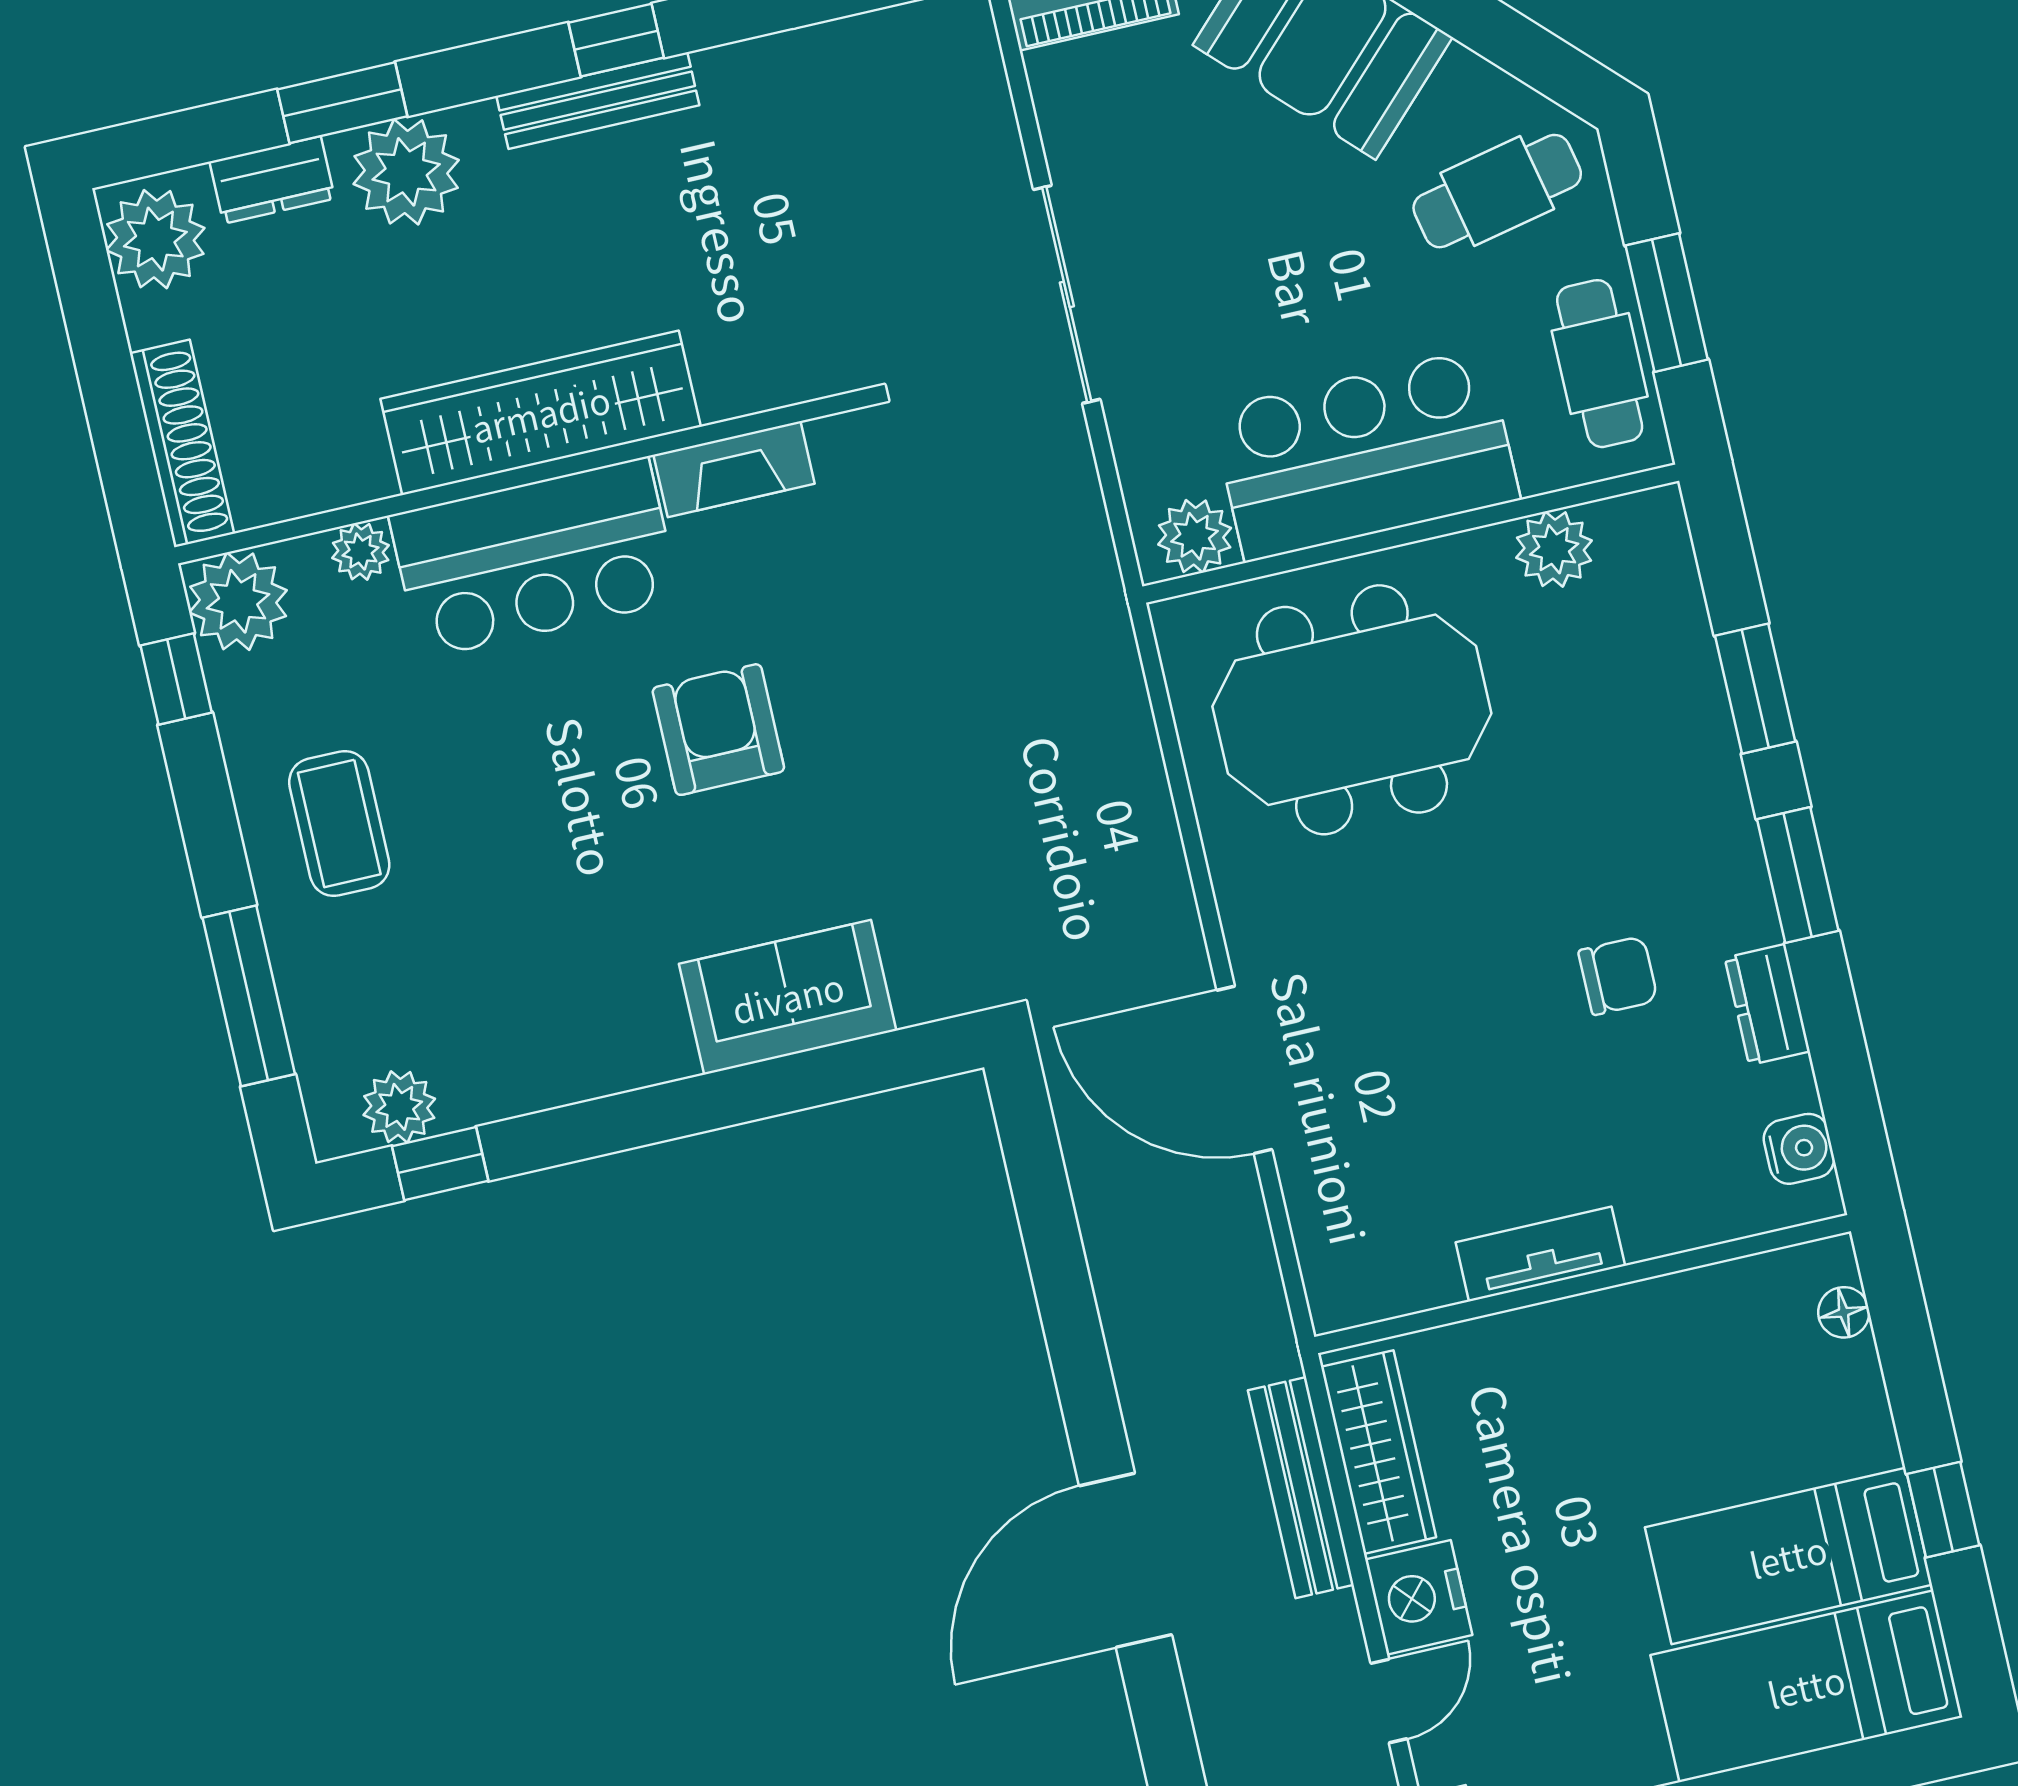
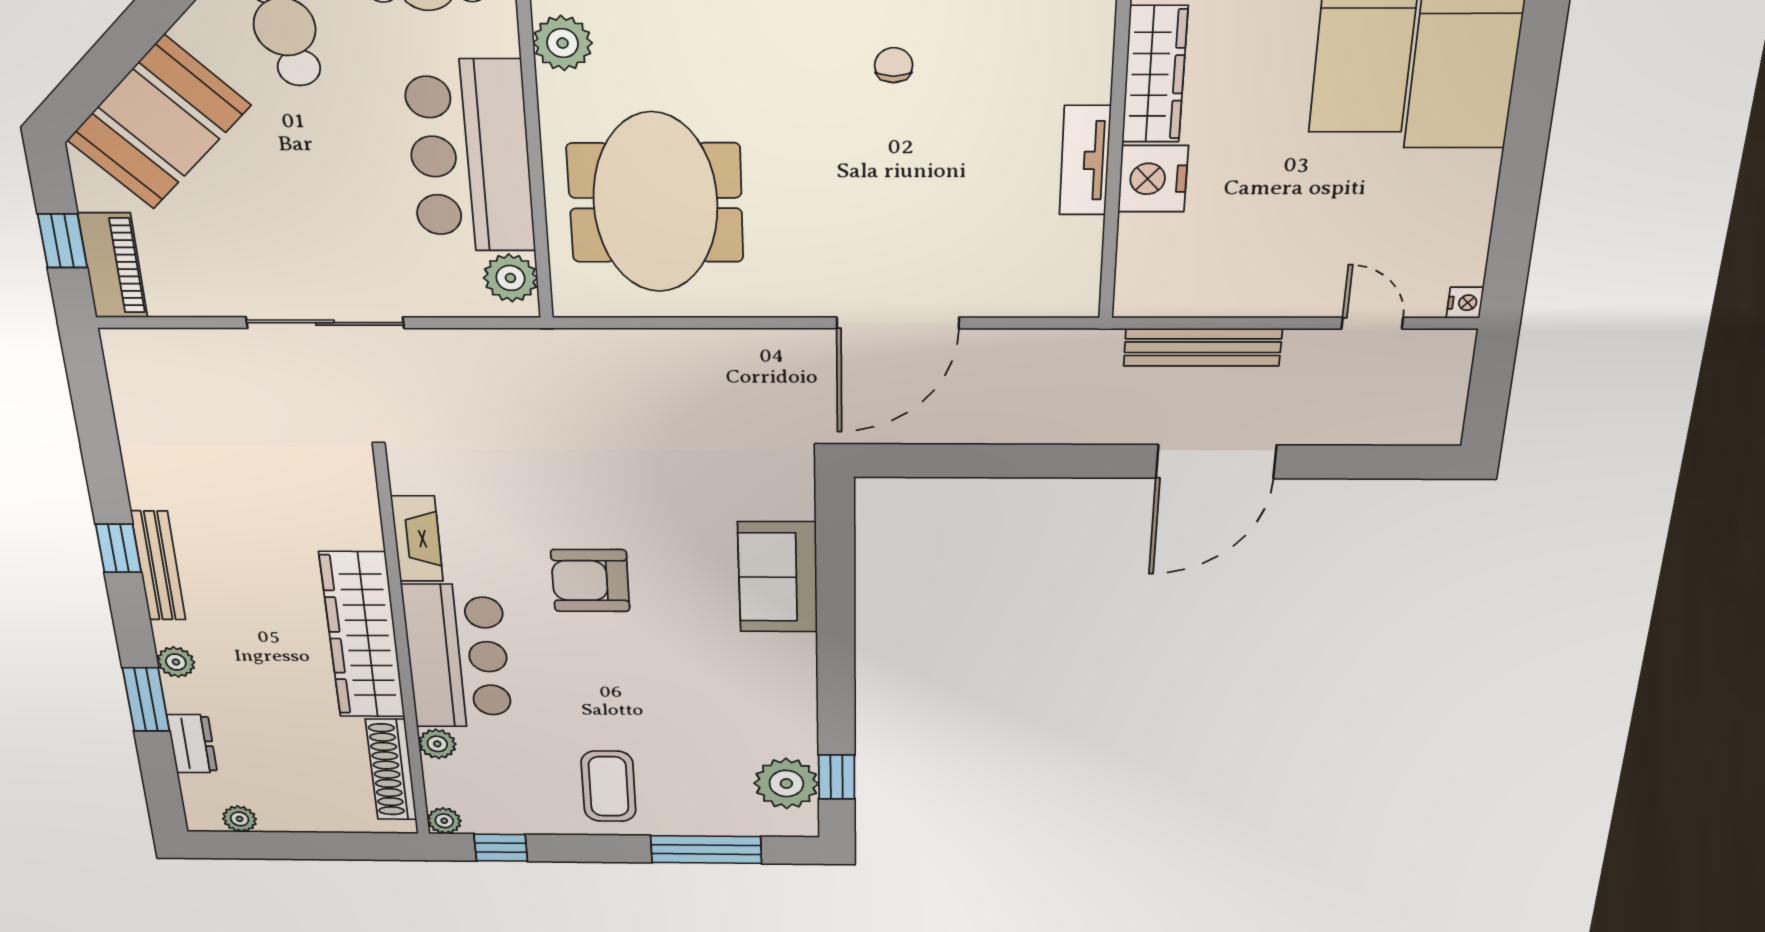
plant: (406, 172) -> (176, 662), width x0.53, depth x0.53
plant: (155, 239) -> (240, 819), width x0.53, depth x0.53
shoe rack: (182, 443) -> (391, 770), moved, turned -90
plant: (238, 601) -> (444, 821), width x0.53, depth x0.53
coffee table: (339, 824) -> (609, 786), turned 90
chair: (1618, 976) -> (894, 65), width x0.73, depth x0.73
plant: (399, 1107) -> (786, 783), width x1.36, depth x1.36
wardrobe: (1379, 1452) -> (1155, 74), moved, turned 90
door: (1125, 1560) -> (1216, 462), hinge flipped
nightstand: (1419, 1597) -> (1153, 179), moved, turned 90

